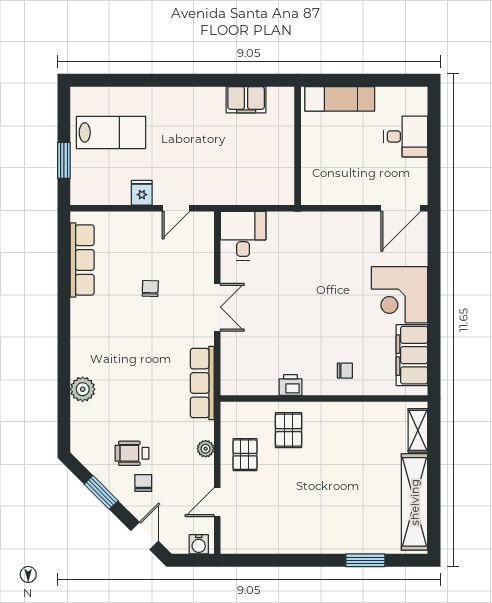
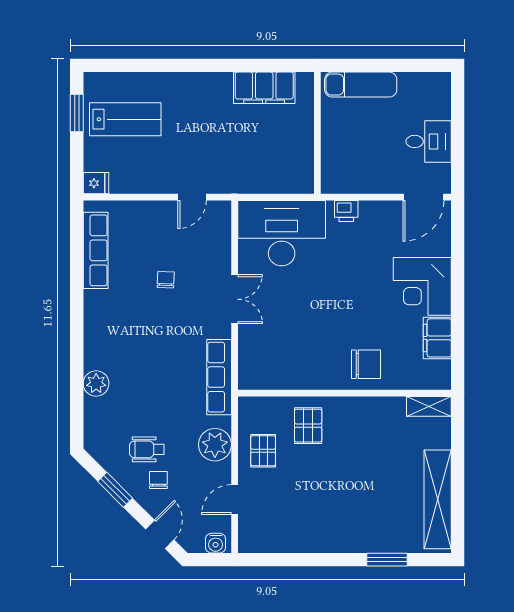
filing cabinet: (246, 100) -> (264, 88), width x1.50, depth x1.17
desk: (406, 136) -> (429, 141), moved
window: (64, 160) -> (77, 113), moved
fridge: (142, 193) -> (96, 183), moved, turned 90
desk: (243, 236) -> (282, 233), width x1.87, depth x1.30
filing cabinet: (412, 355) -> (437, 338), width x0.67, depth x0.86
chair: (345, 371) -> (366, 364), width x1.87, depth x1.87
printer: (291, 385) -> (346, 211), moved, turned 180
shelving: (418, 430) -> (429, 406), moved, turned 90
plant: (206, 449) -> (215, 445), width x1.87, depth x1.87

